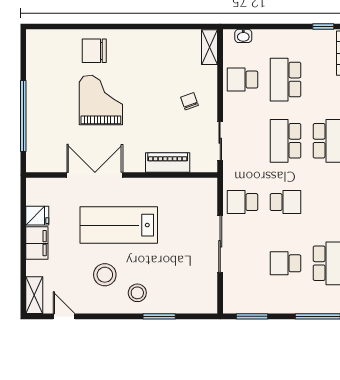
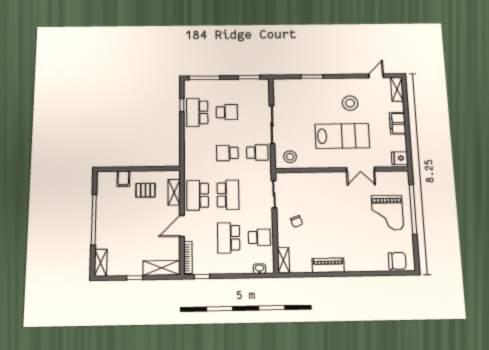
chair: (94, 51) -> (397, 261), moved
school desk: (285, 80) -> (229, 238), turned 180
grand piano: (101, 100) -> (387, 213), moved
piano: (168, 162) -> (328, 265), moved, turned 180
double door: (95, 175) -> (361, 169), width x0.73
fridge: (37, 216) -> (400, 158), moved
stool: (137, 293) -> (290, 157), moved
door: (64, 316) -> (376, 76), swing flipped

